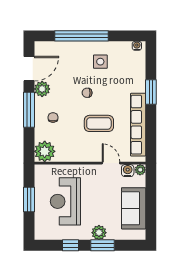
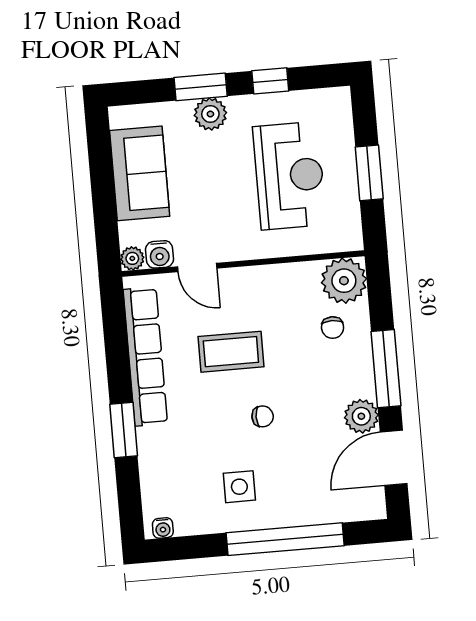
chair: (53, 118) -> (333, 328), moved

